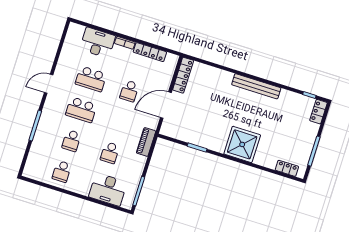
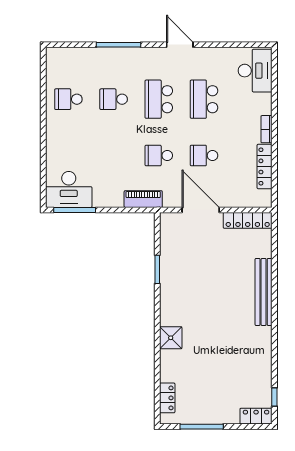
desk: (98, 43) -> (255, 71), moved
bench: (256, 86) -> (264, 292), moved
shower: (242, 144) -> (171, 338), width x0.54, depth x0.54
school desk: (110, 153) -> (159, 155), moved
desk: (108, 189) -> (69, 189), moved, turned -90

